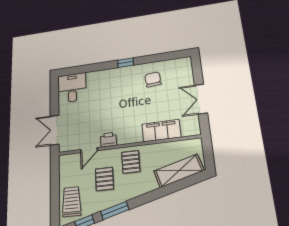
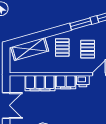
filing cabinet: (129, 136) -> (66, 82), added
pallet: (131, 162) -> (62, 47), moved

